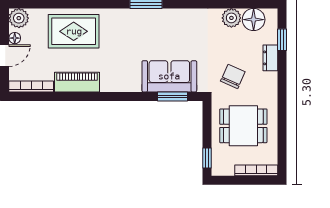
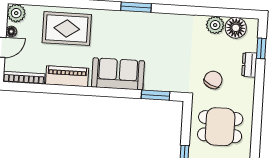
sofa: (169, 76) -> (118, 74), moved

